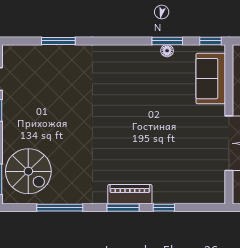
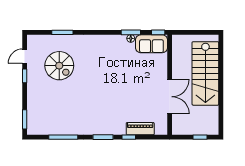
sofa: (211, 79) -> (151, 44), moved, turned -90
spiral stairs: (28, 171) -> (59, 66), moved
piano: (130, 194) -> (140, 129), moved

